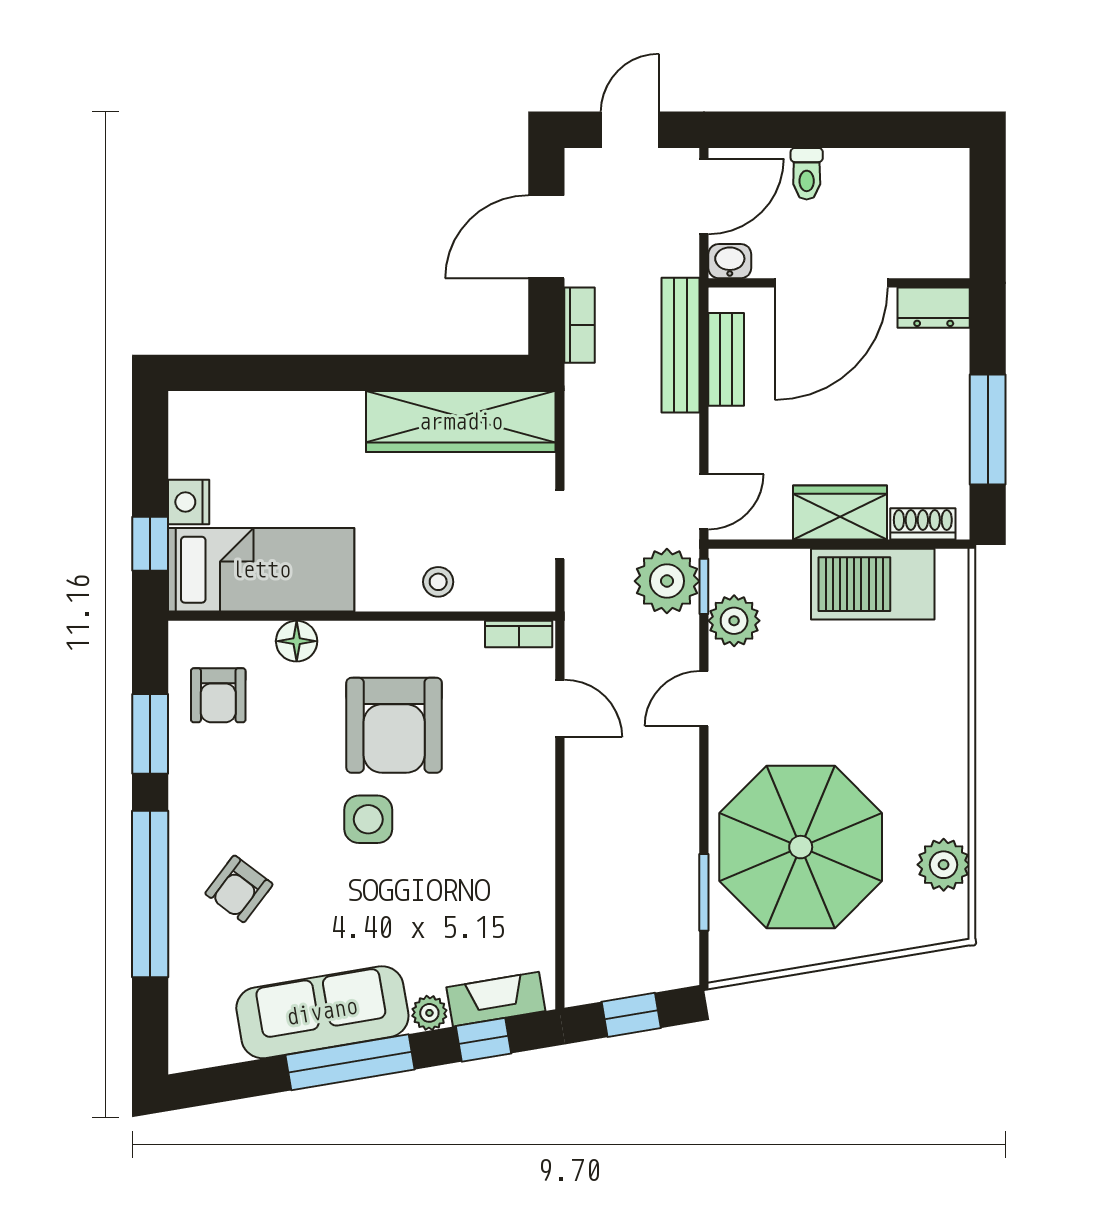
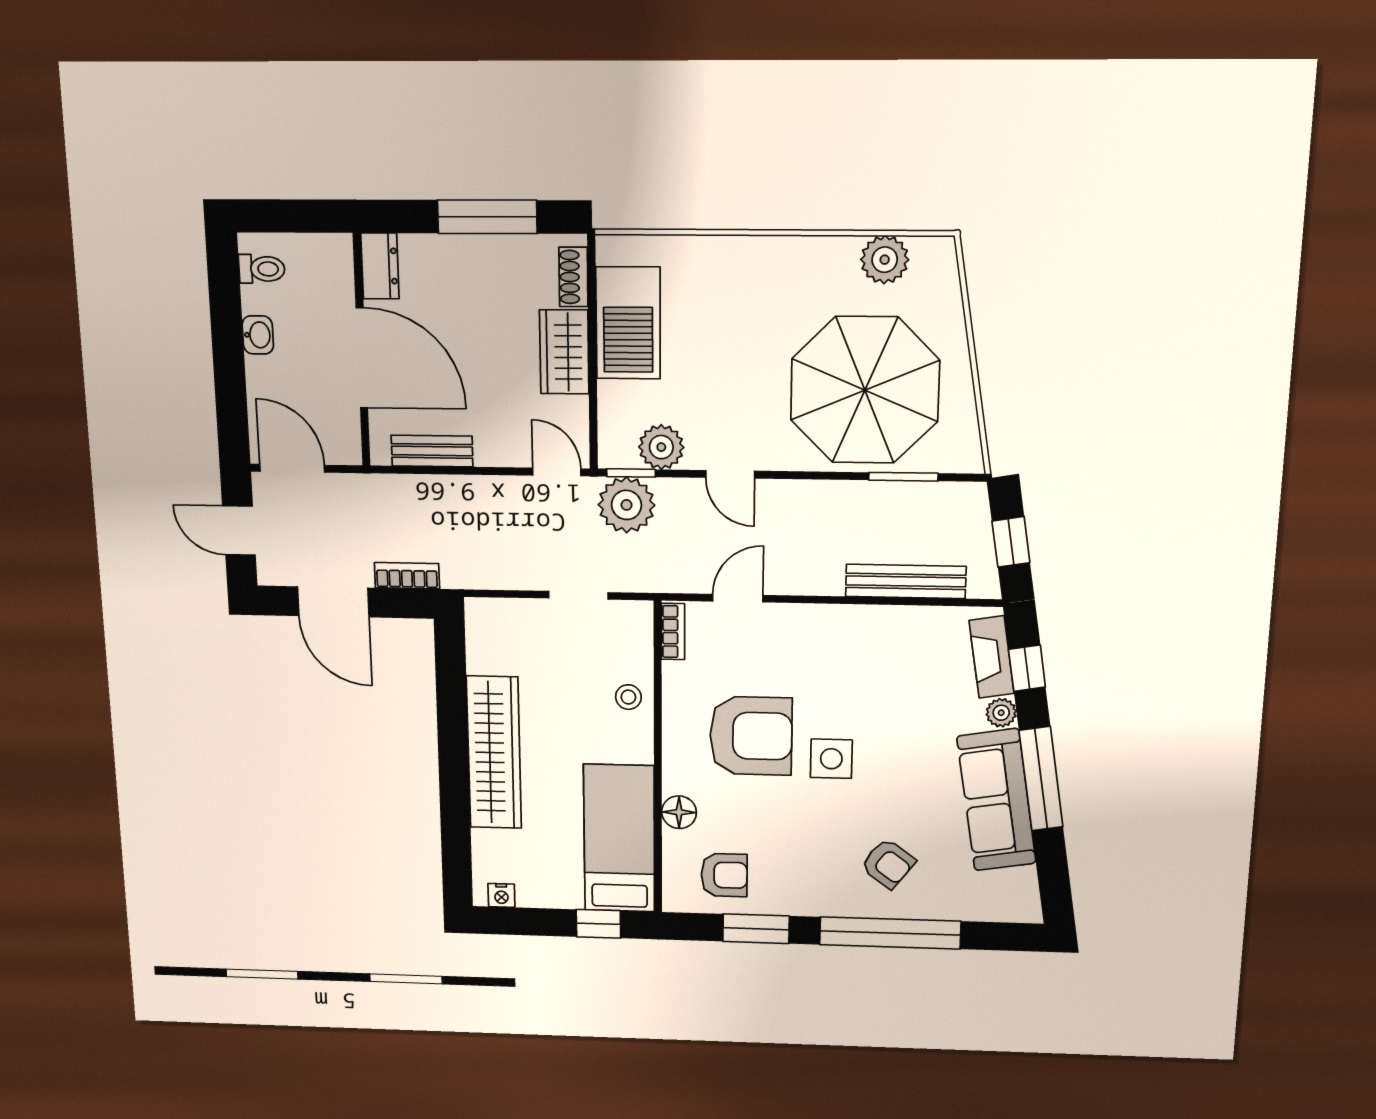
toilet: (807, 174) -> (262, 269), moved
washbasin: (730, 261) -> (258, 335), moved, turned 180
bench: (681, 345) -> (906, 581), moved
wardrobe: (461, 422) -> (494, 753), moved
nightstand: (189, 502) -> (501, 895), moved, width x0.72, depth x0.74

